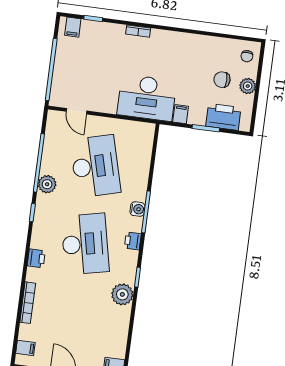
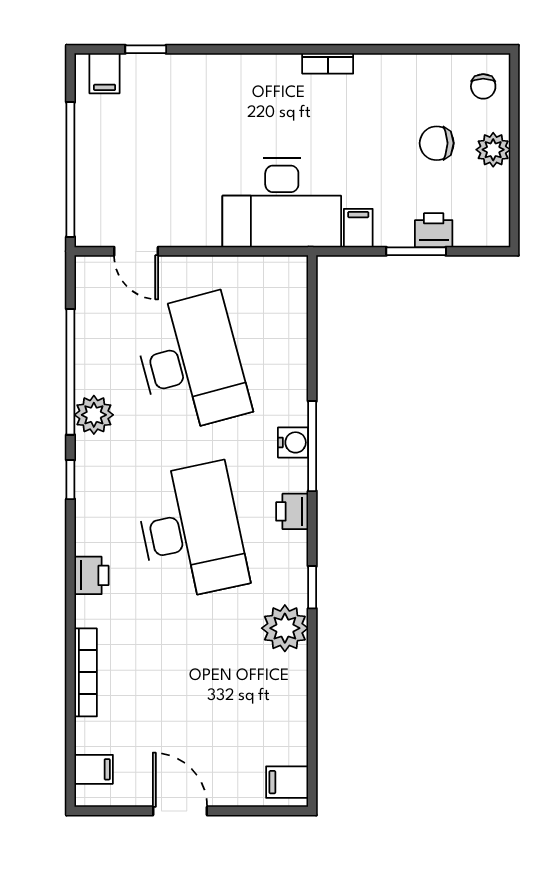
bookcase: (138, 31) -> (328, 63), moved
printer: (223, 117) -> (434, 230), width x0.53, depth x0.68

